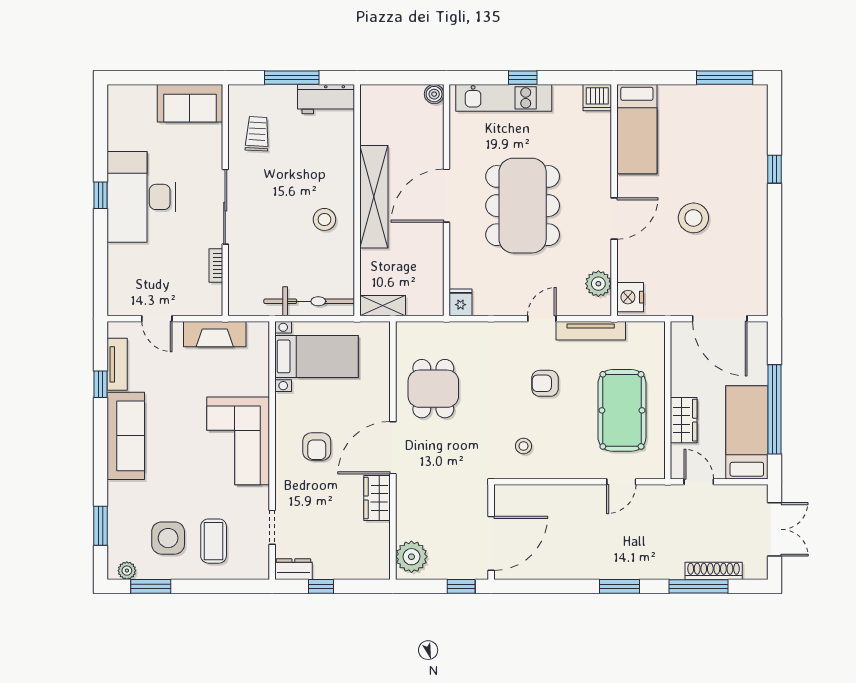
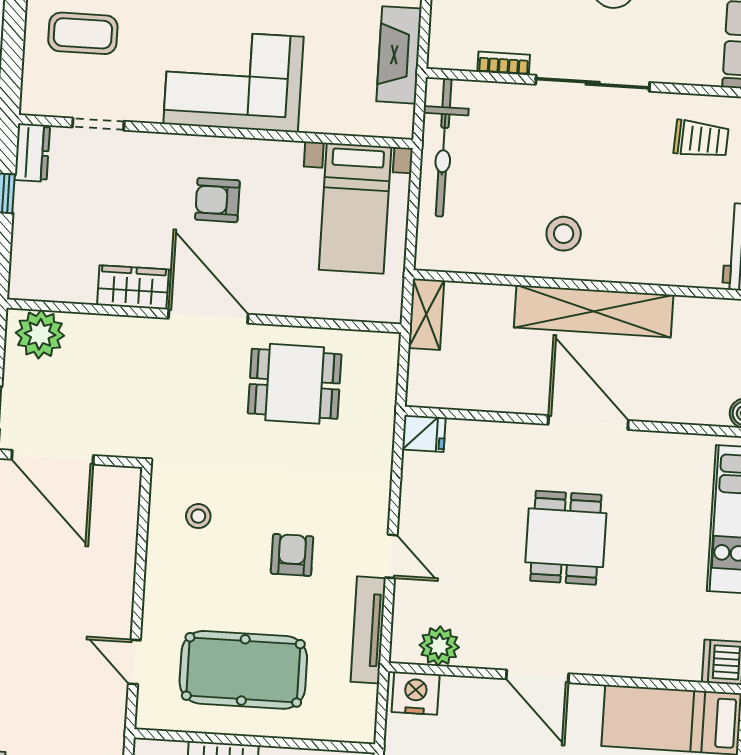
dining table: (523, 206) -> (566, 538), width x0.53, depth x0.80
bicycle: (309, 301) -> (444, 147), moved

